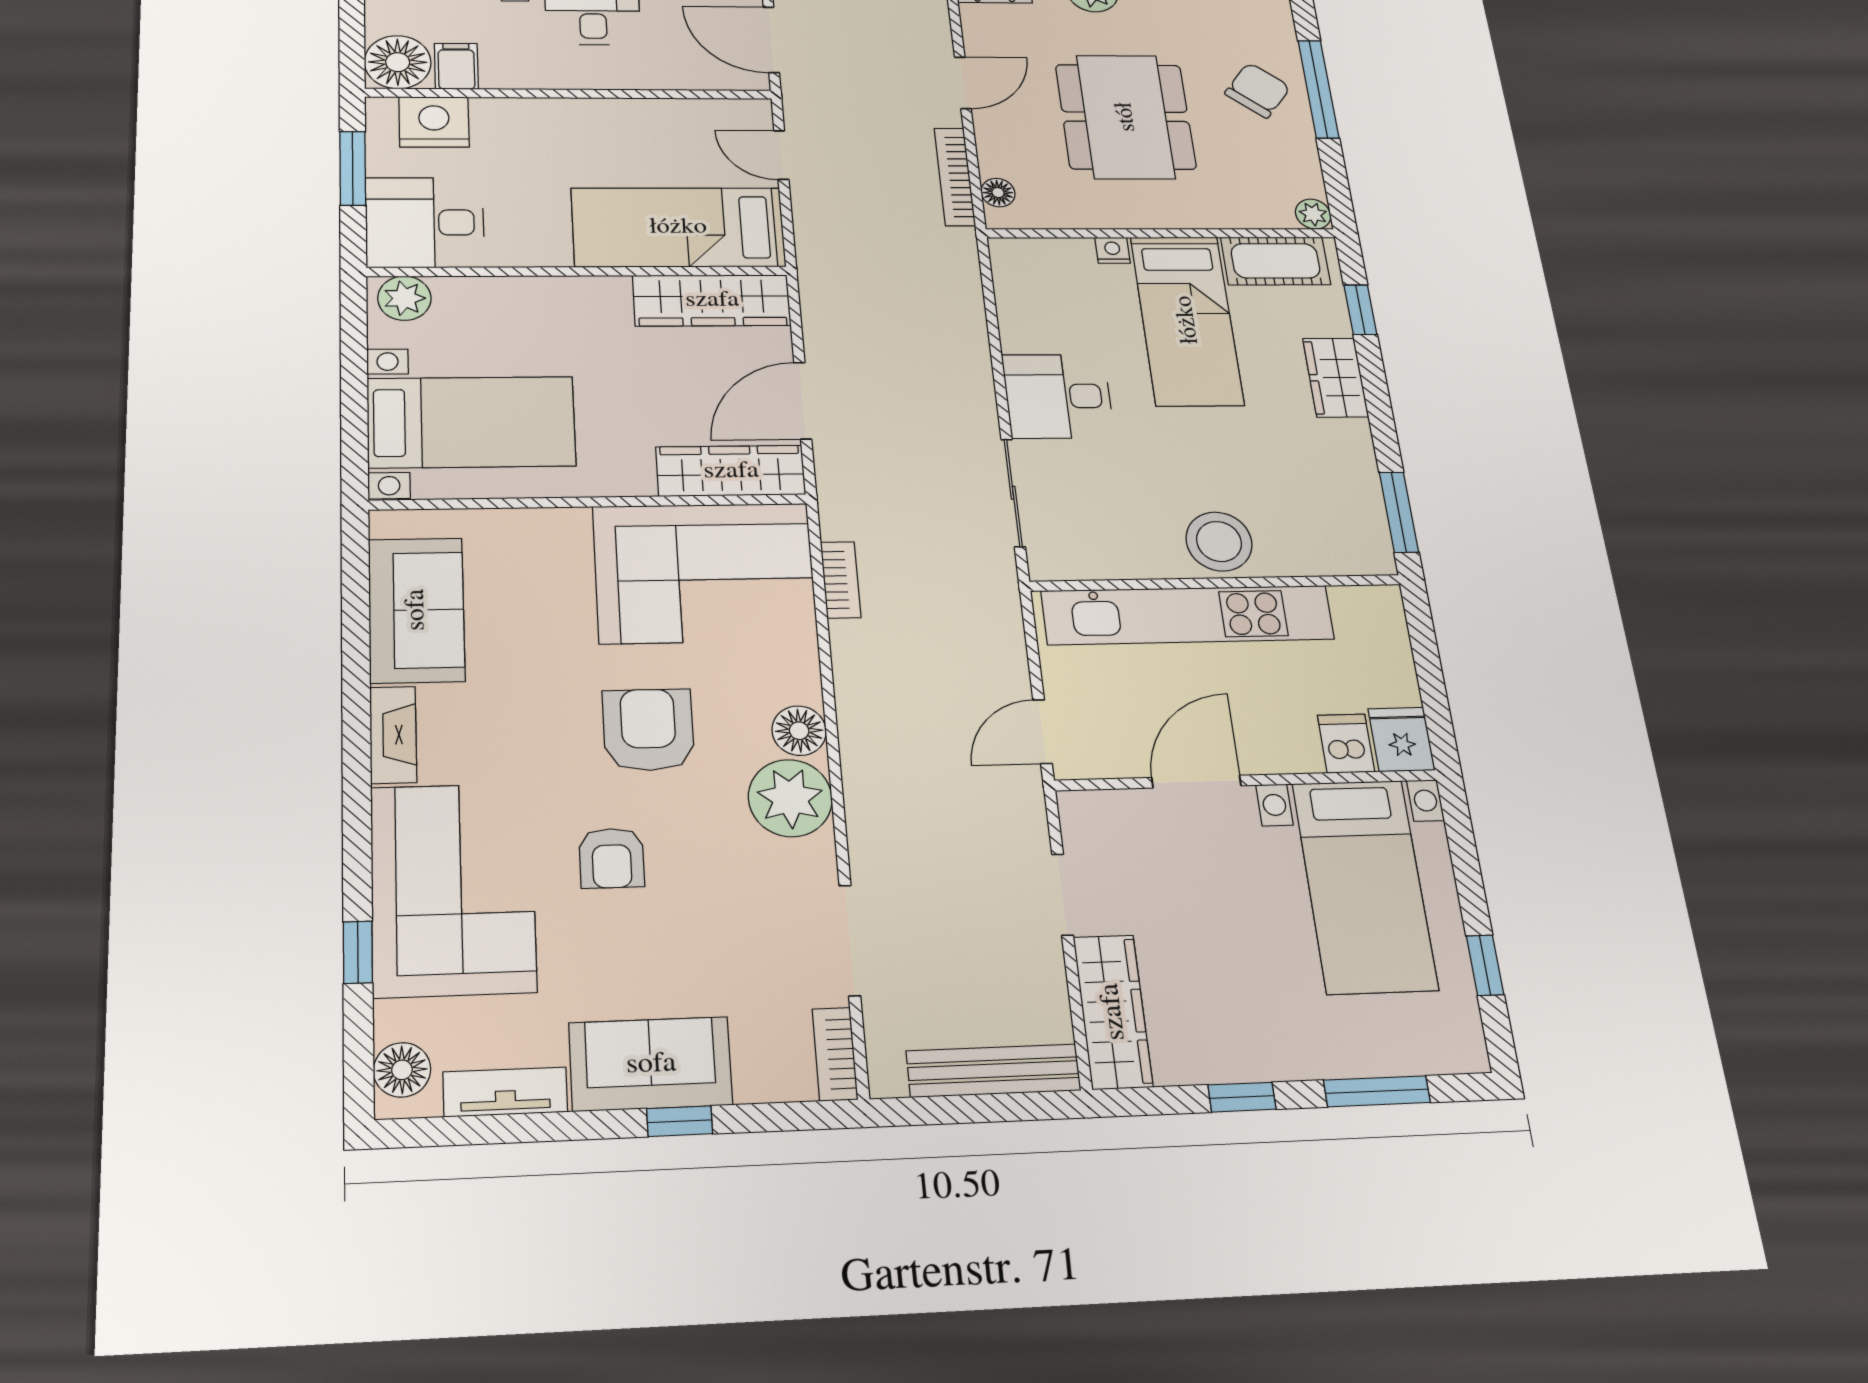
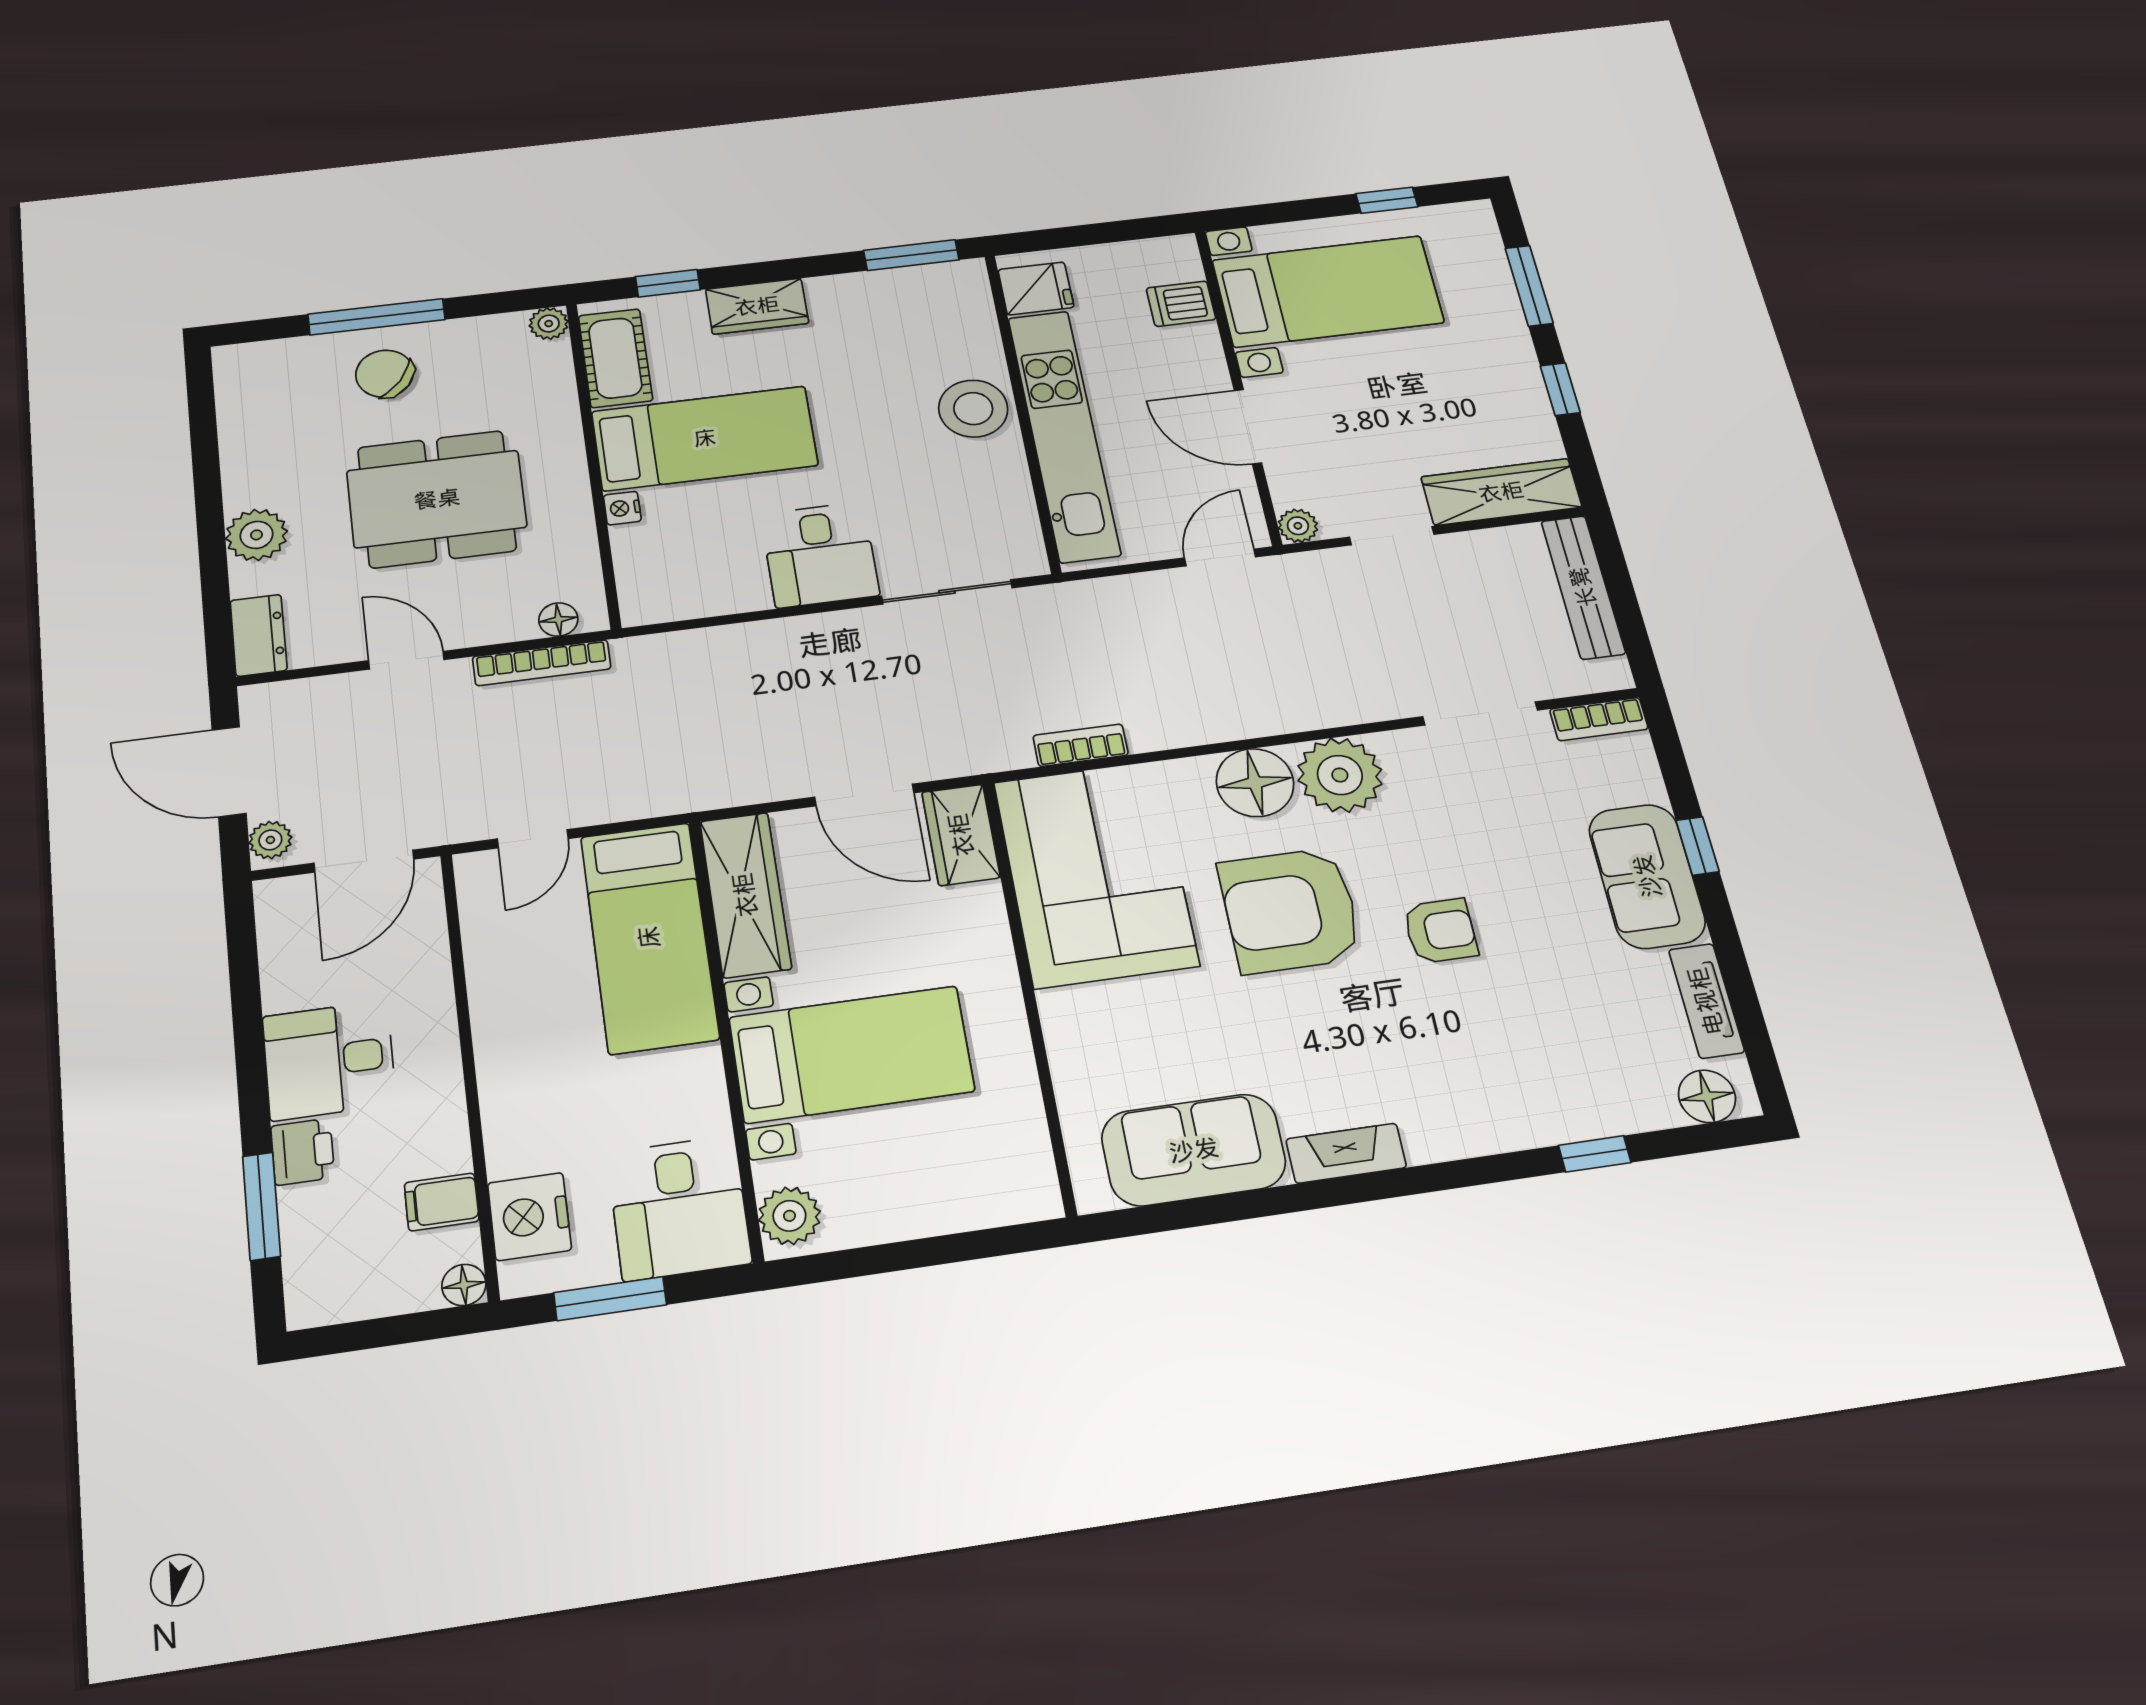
floor lamp: (398, 62) -> (464, 1285), width x0.53, depth x0.53
bed with nightstands: (471, 422) -> (851, 1054), moved, turned 90
wardrobe: (731, 471) -> (961, 835), width x0.67
armchair: (648, 730) -> (1290, 910), width x1.36, depth x1.36
floor lamp: (799, 731) -> (1255, 783), width x1.38, depth x1.38
door: (1043, 731) -> (1220, 557), swing flipped
fridge: (1401, 739) -> (1036, 288), moved, turned 180
plant: (1077, 808) -> (1298, 526), added
corner sofa: (453, 889) -> (1506, 1074), removed

